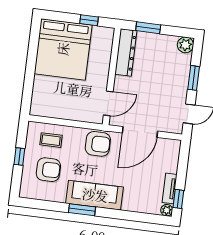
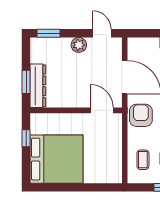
plant: (185, 45) -> (79, 45), moved
dresser: (126, 53) -> (38, 86), moved, turned 90
window: (194, 78) -> (48, 33), moved

